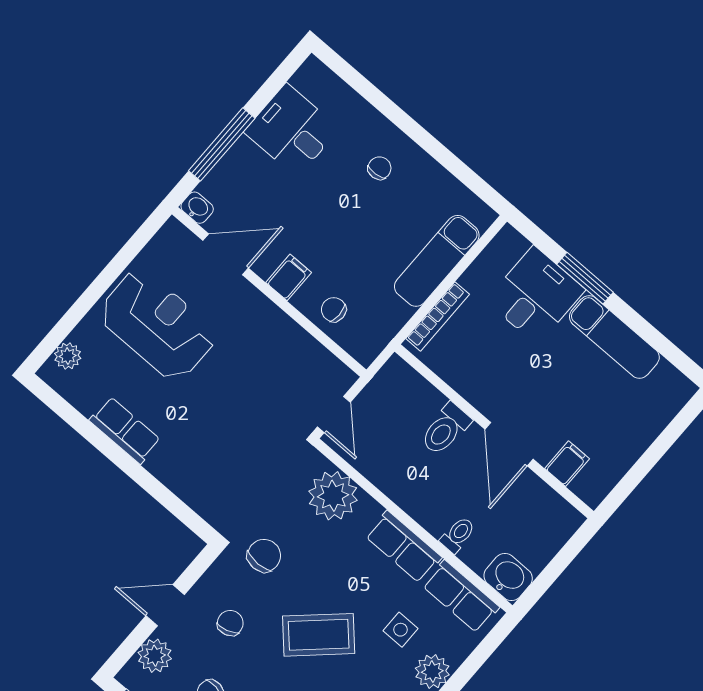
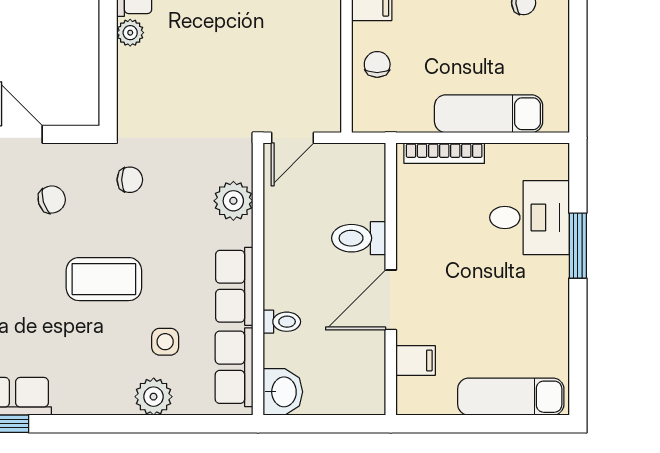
exam couch: (614, 337) -> (511, 397), moved, turned 90
plant: (160, 465) -> (130, 33), added
plant: (333, 496) -> (233, 201), width x0.73, depth x0.73
chair: (264, 556) -> (130, 180), width x0.73, depth x0.73
coffee table: (319, 635) -> (104, 279), turned -47

